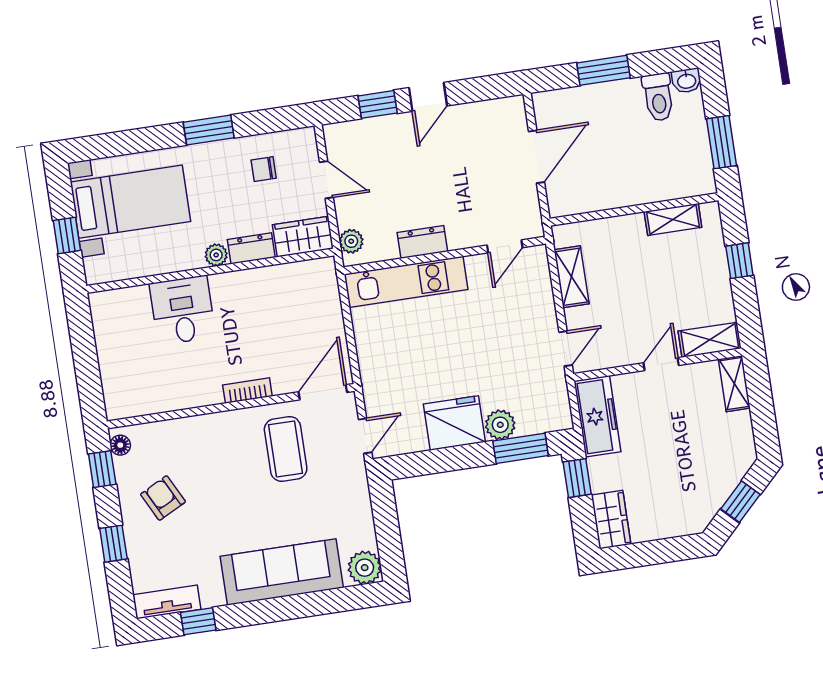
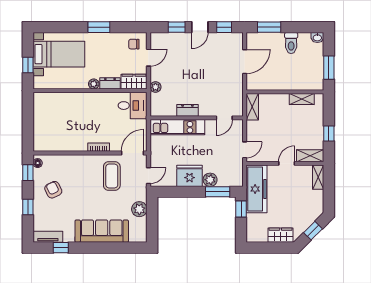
window: (603, 70) -> (269, 27), moved
window: (481, 89) -> (224, 27), added
toilet: (658, 97) -> (291, 43), moved
chair: (264, 169) -> (134, 44), moved
door: (326, 180) -> (148, 58), hinge flipped
dresser: (422, 242) -> (187, 110), moved
door: (505, 246) -> (224, 118), moved
wall: (445, 255) -> (197, 118), moved
window: (739, 261) -> (329, 134), moved
shelving: (572, 277) -> (252, 107), moved
kitchen unit: (406, 282) -> (177, 127), moved
desk: (182, 310) -> (133, 106), moved, turned 90
freezer: (597, 416) -> (257, 189), width x1.36, depth x1.26
wardrobe: (611, 520) -> (281, 235), moved, turned -90
plant: (365, 568) -> (139, 209), moved

